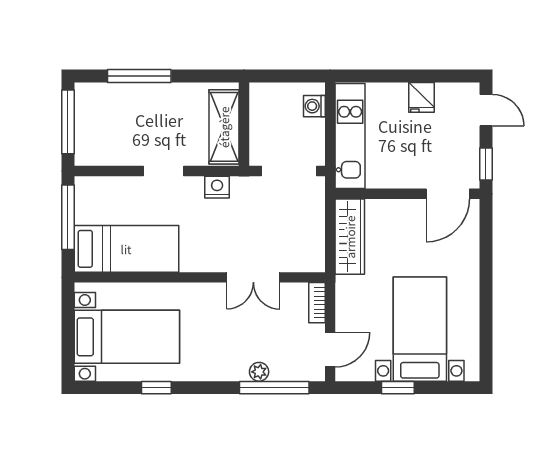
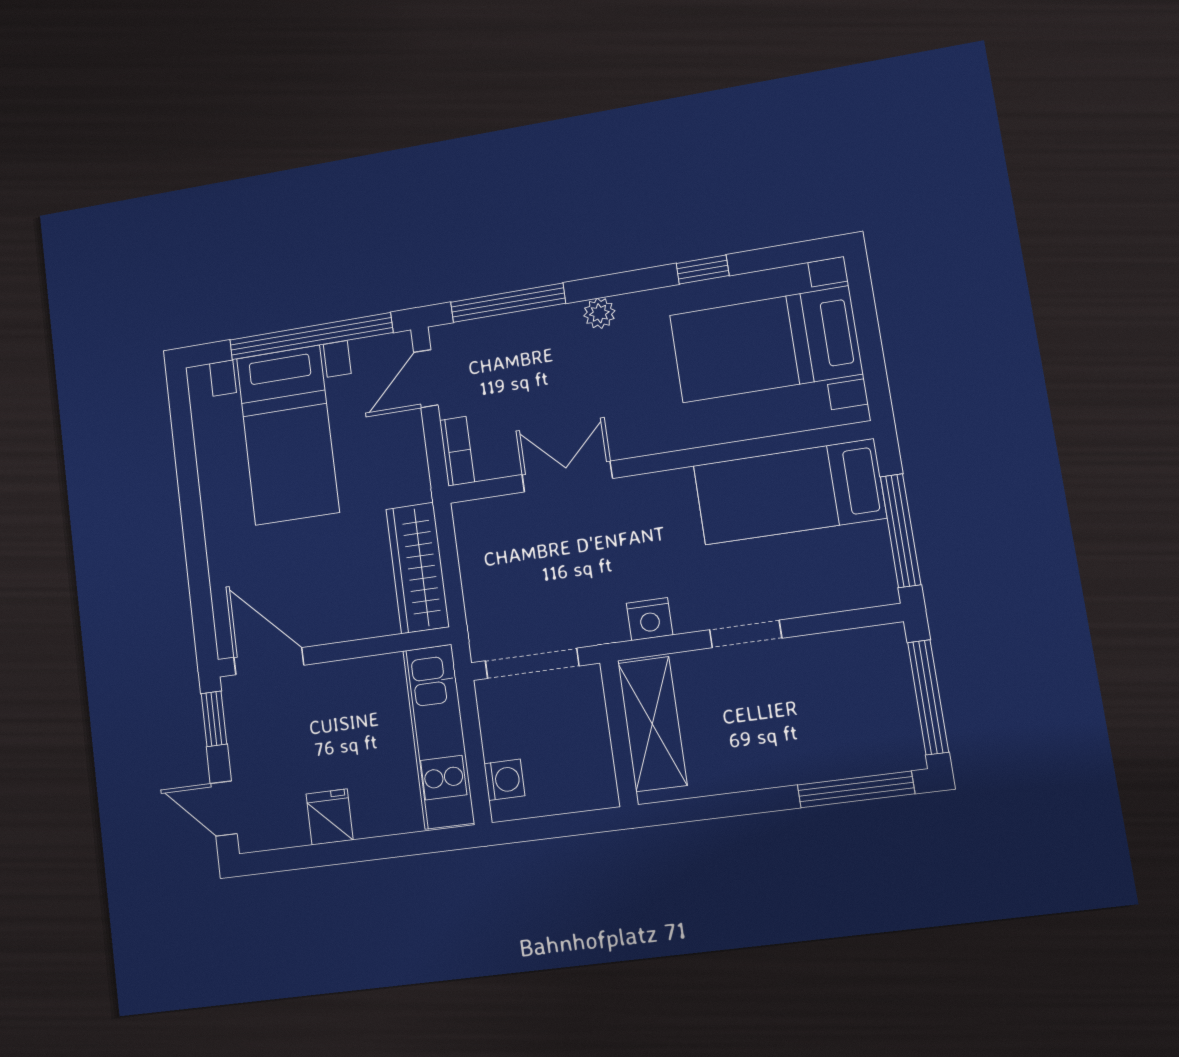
window: (139, 76) -> (856, 789), moved
door: (448, 194) -> (269, 661), hinge flipped
plant: (259, 372) -> (599, 313), moved
window: (398, 388) -> (311, 336), width x3.17

